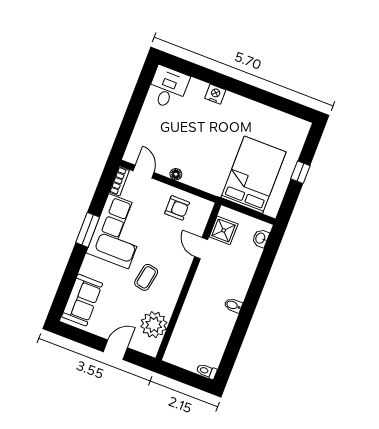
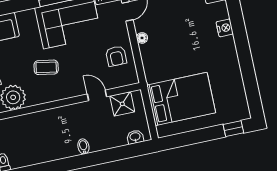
window: (300, 172) -> (233, 129), moved
door: (201, 248) -> (97, 95), hinge flipped
bidet: (233, 305) -> (83, 146), moved

